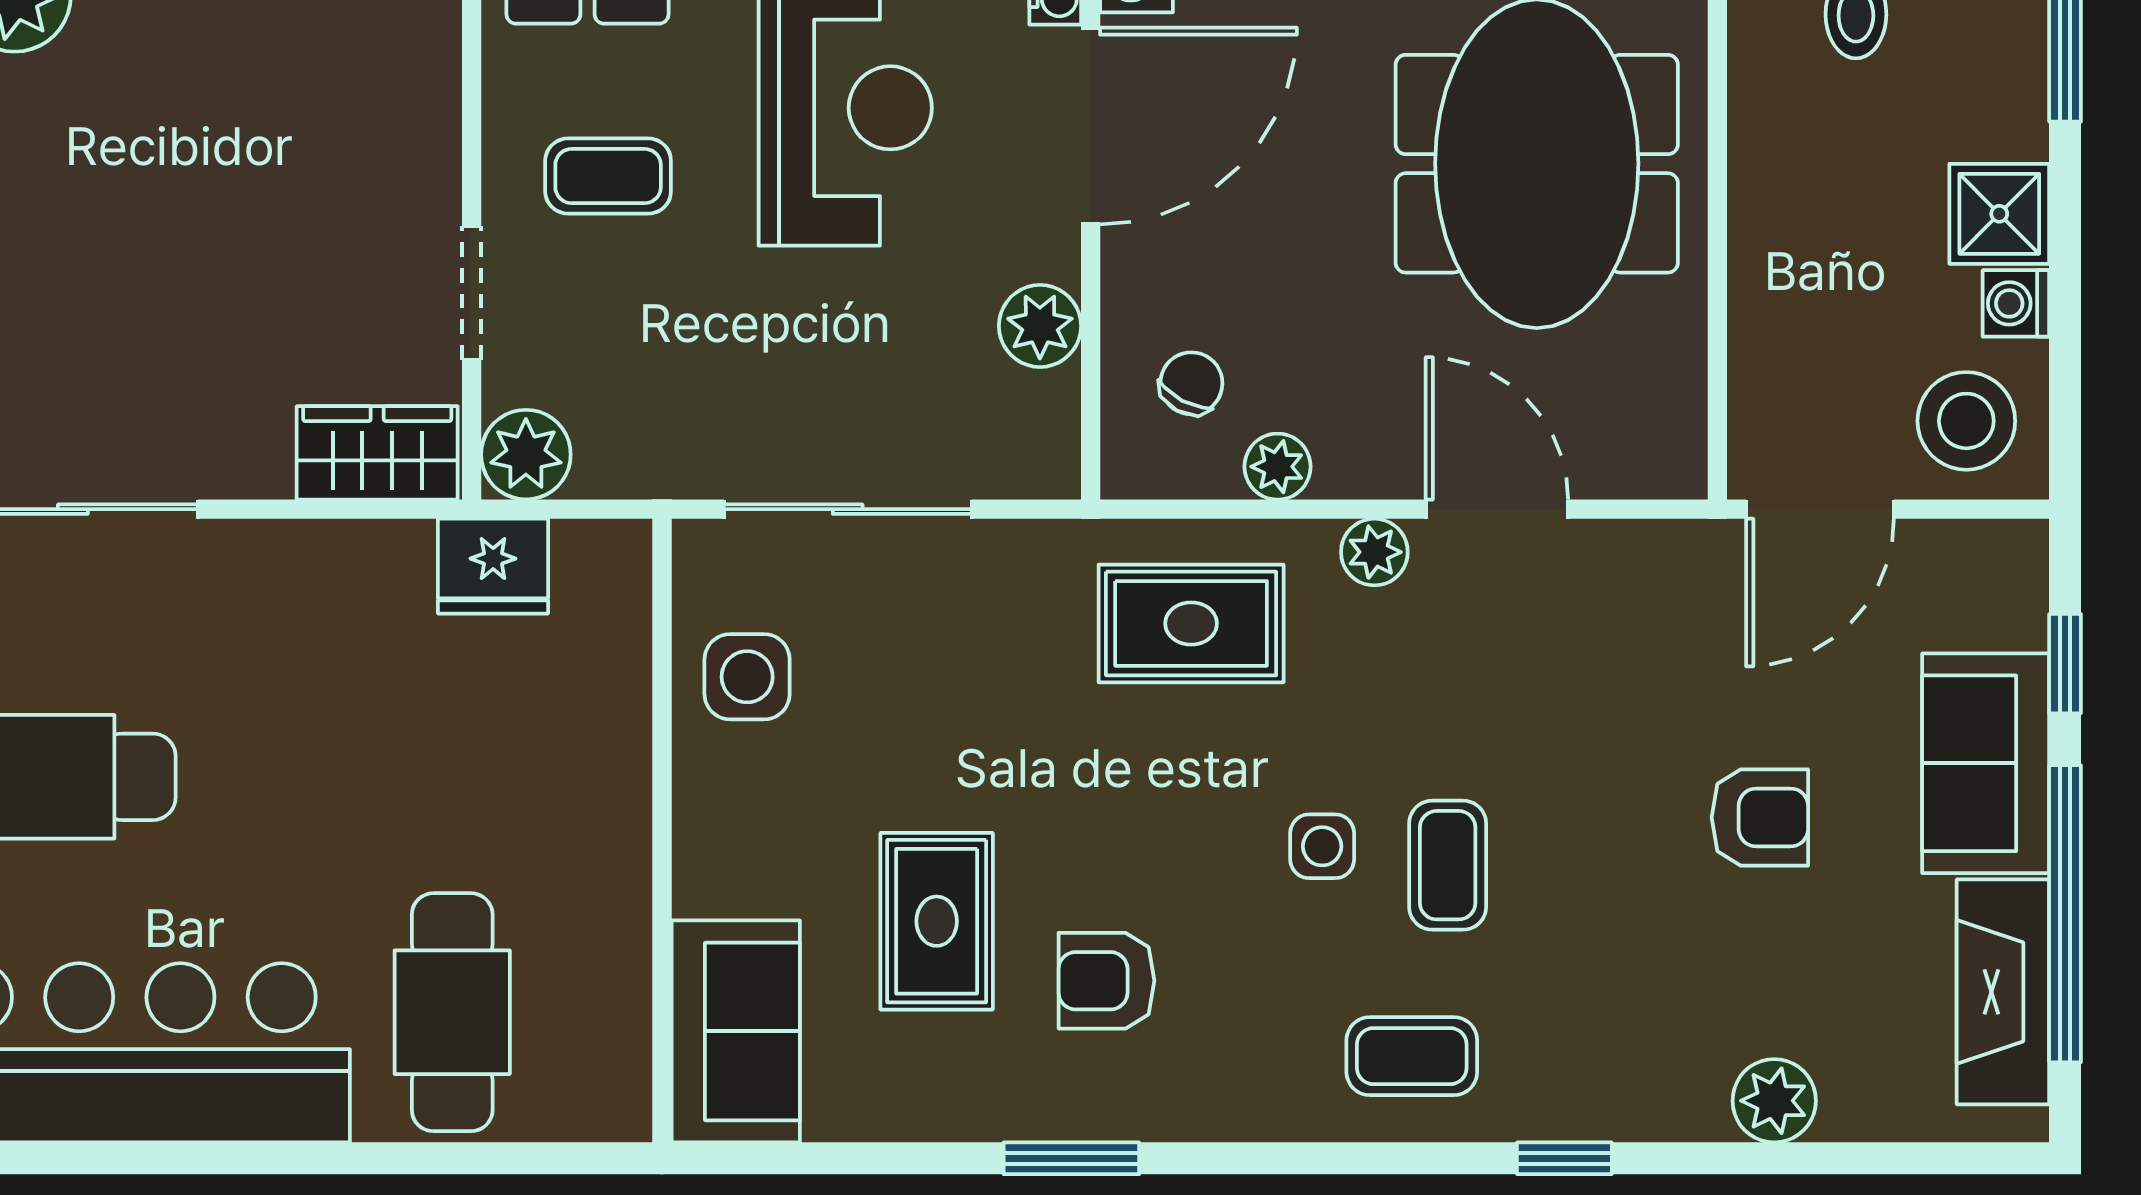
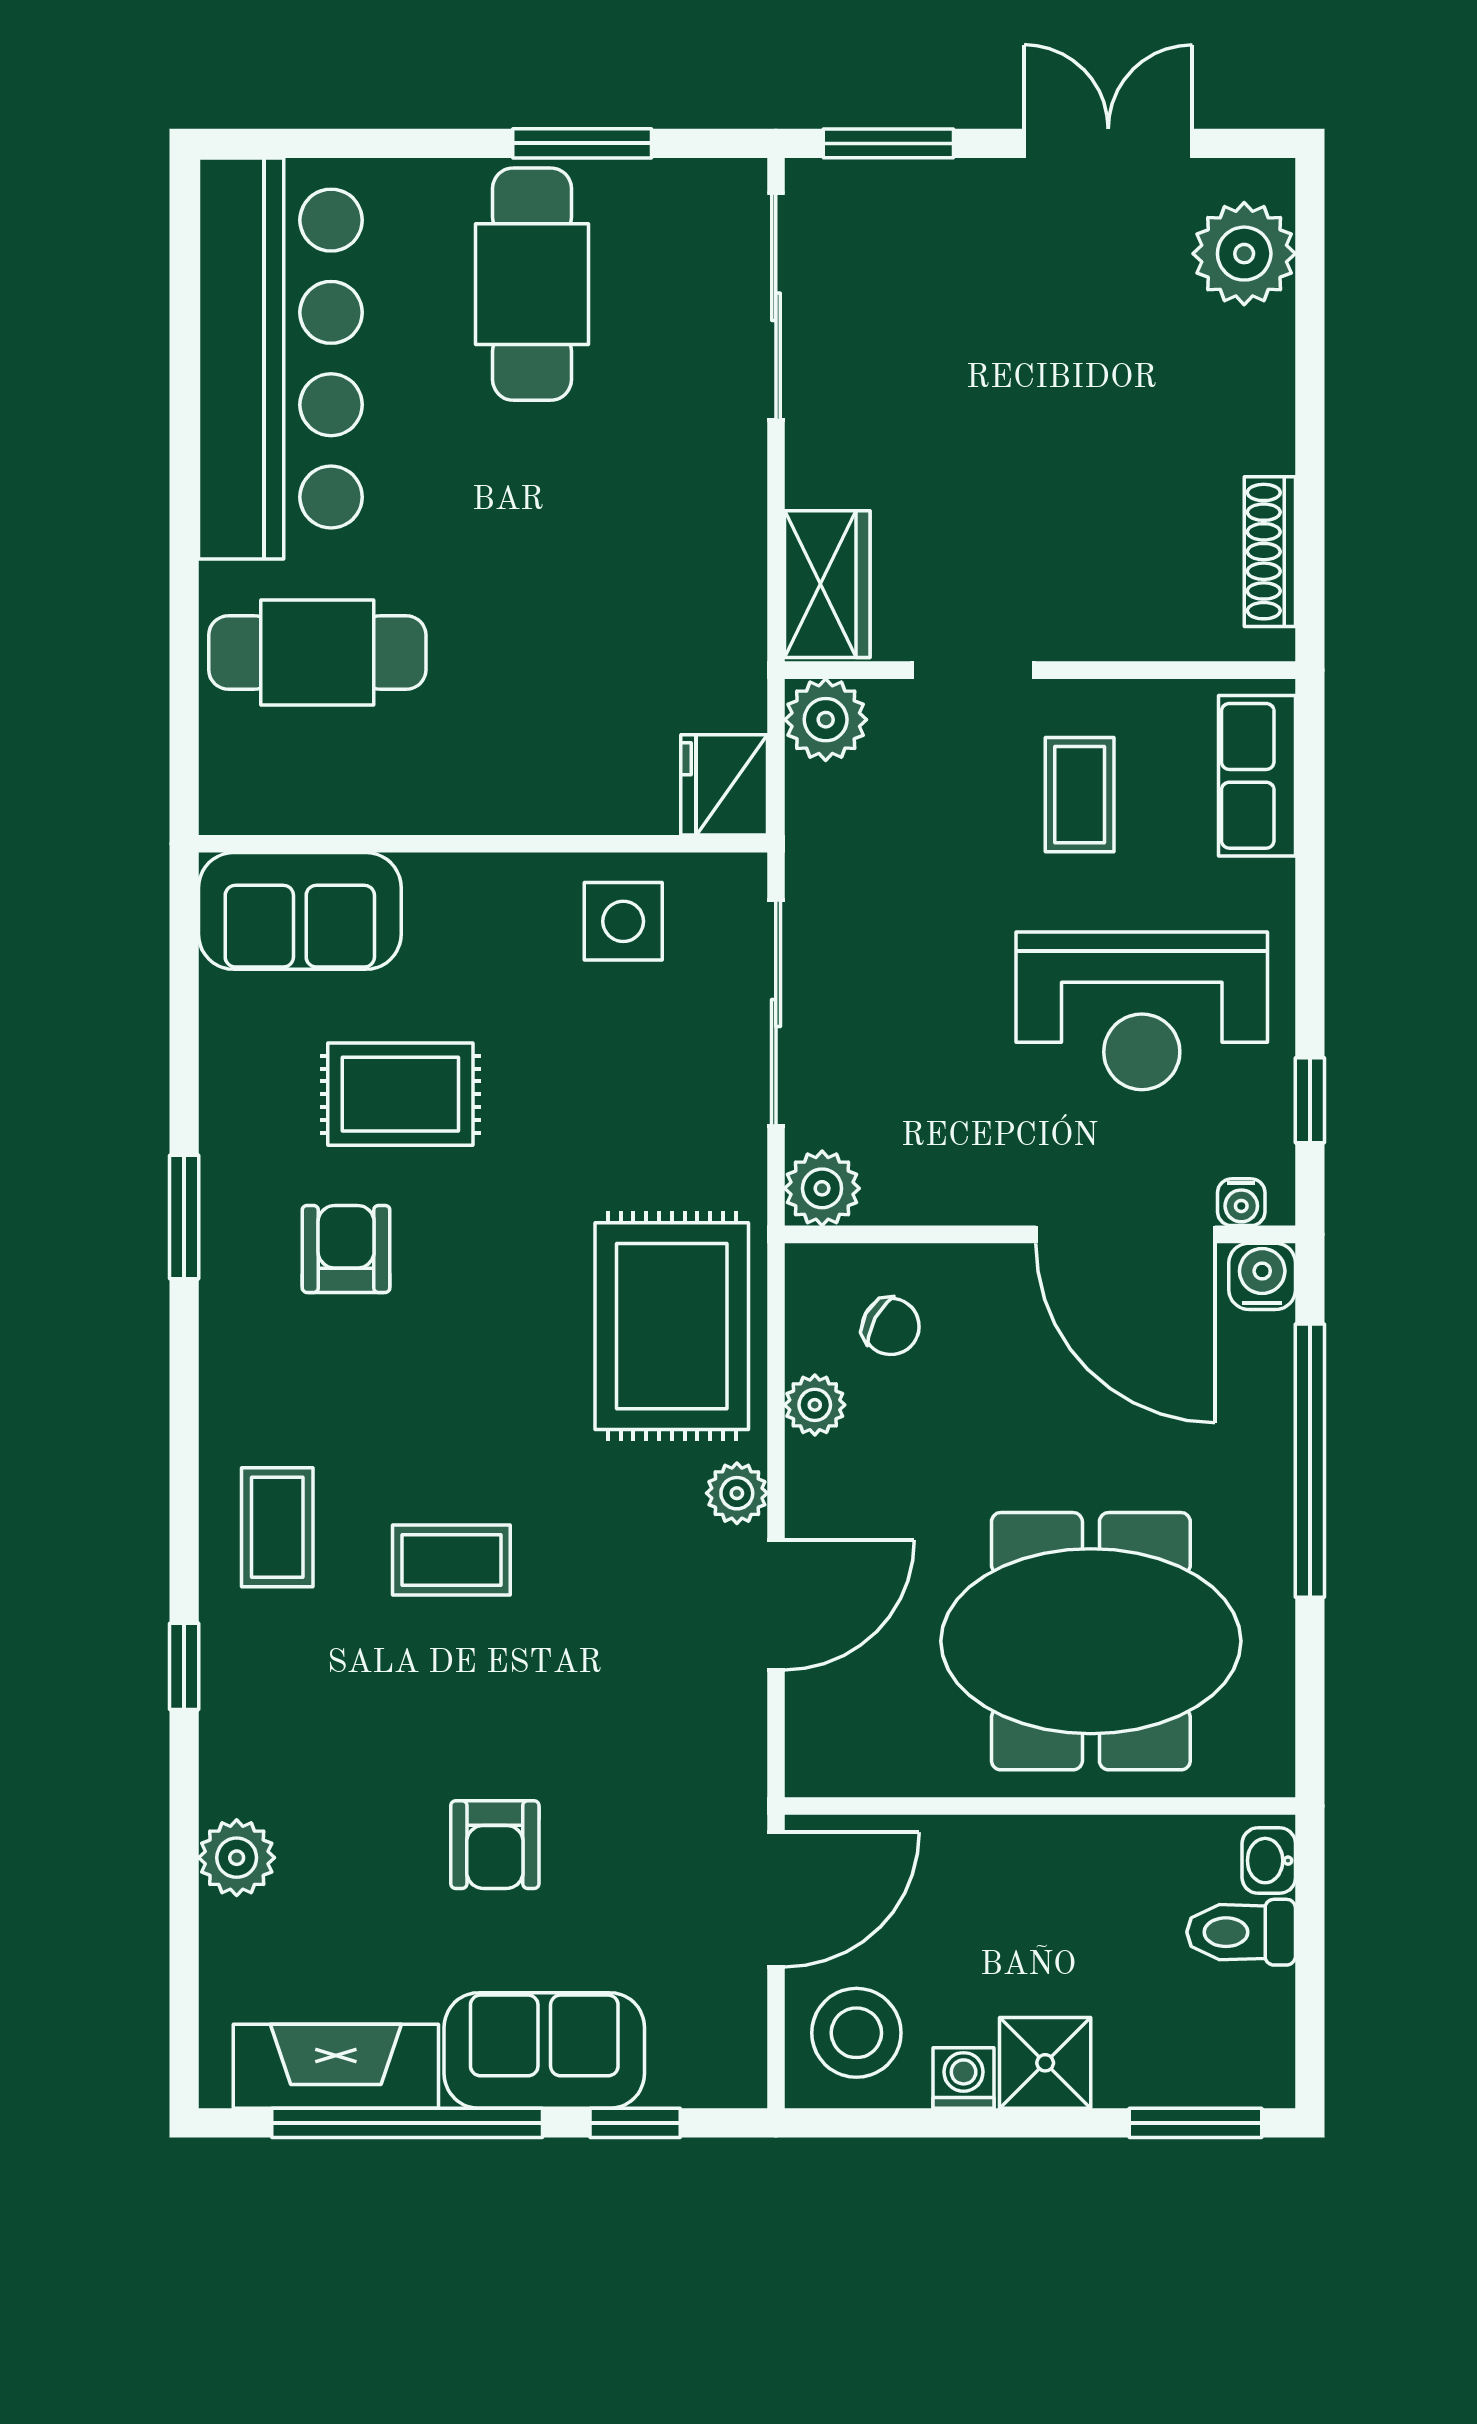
plant: (1040, 326) -> (822, 1188), moved
door: (1820, 509) -> (776, 1899), swing flipped
fridge: (493, 566) -> (724, 785), moved
rug: (1191, 623) -> (672, 1326), width x1.36, depth x1.43
side table: (1322, 846) -> (469, 1446), removed

